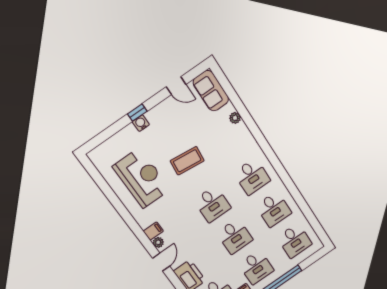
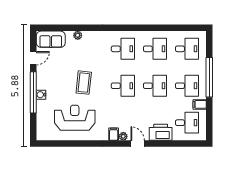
window: (137, 113) -> (33, 92), width x3.17

